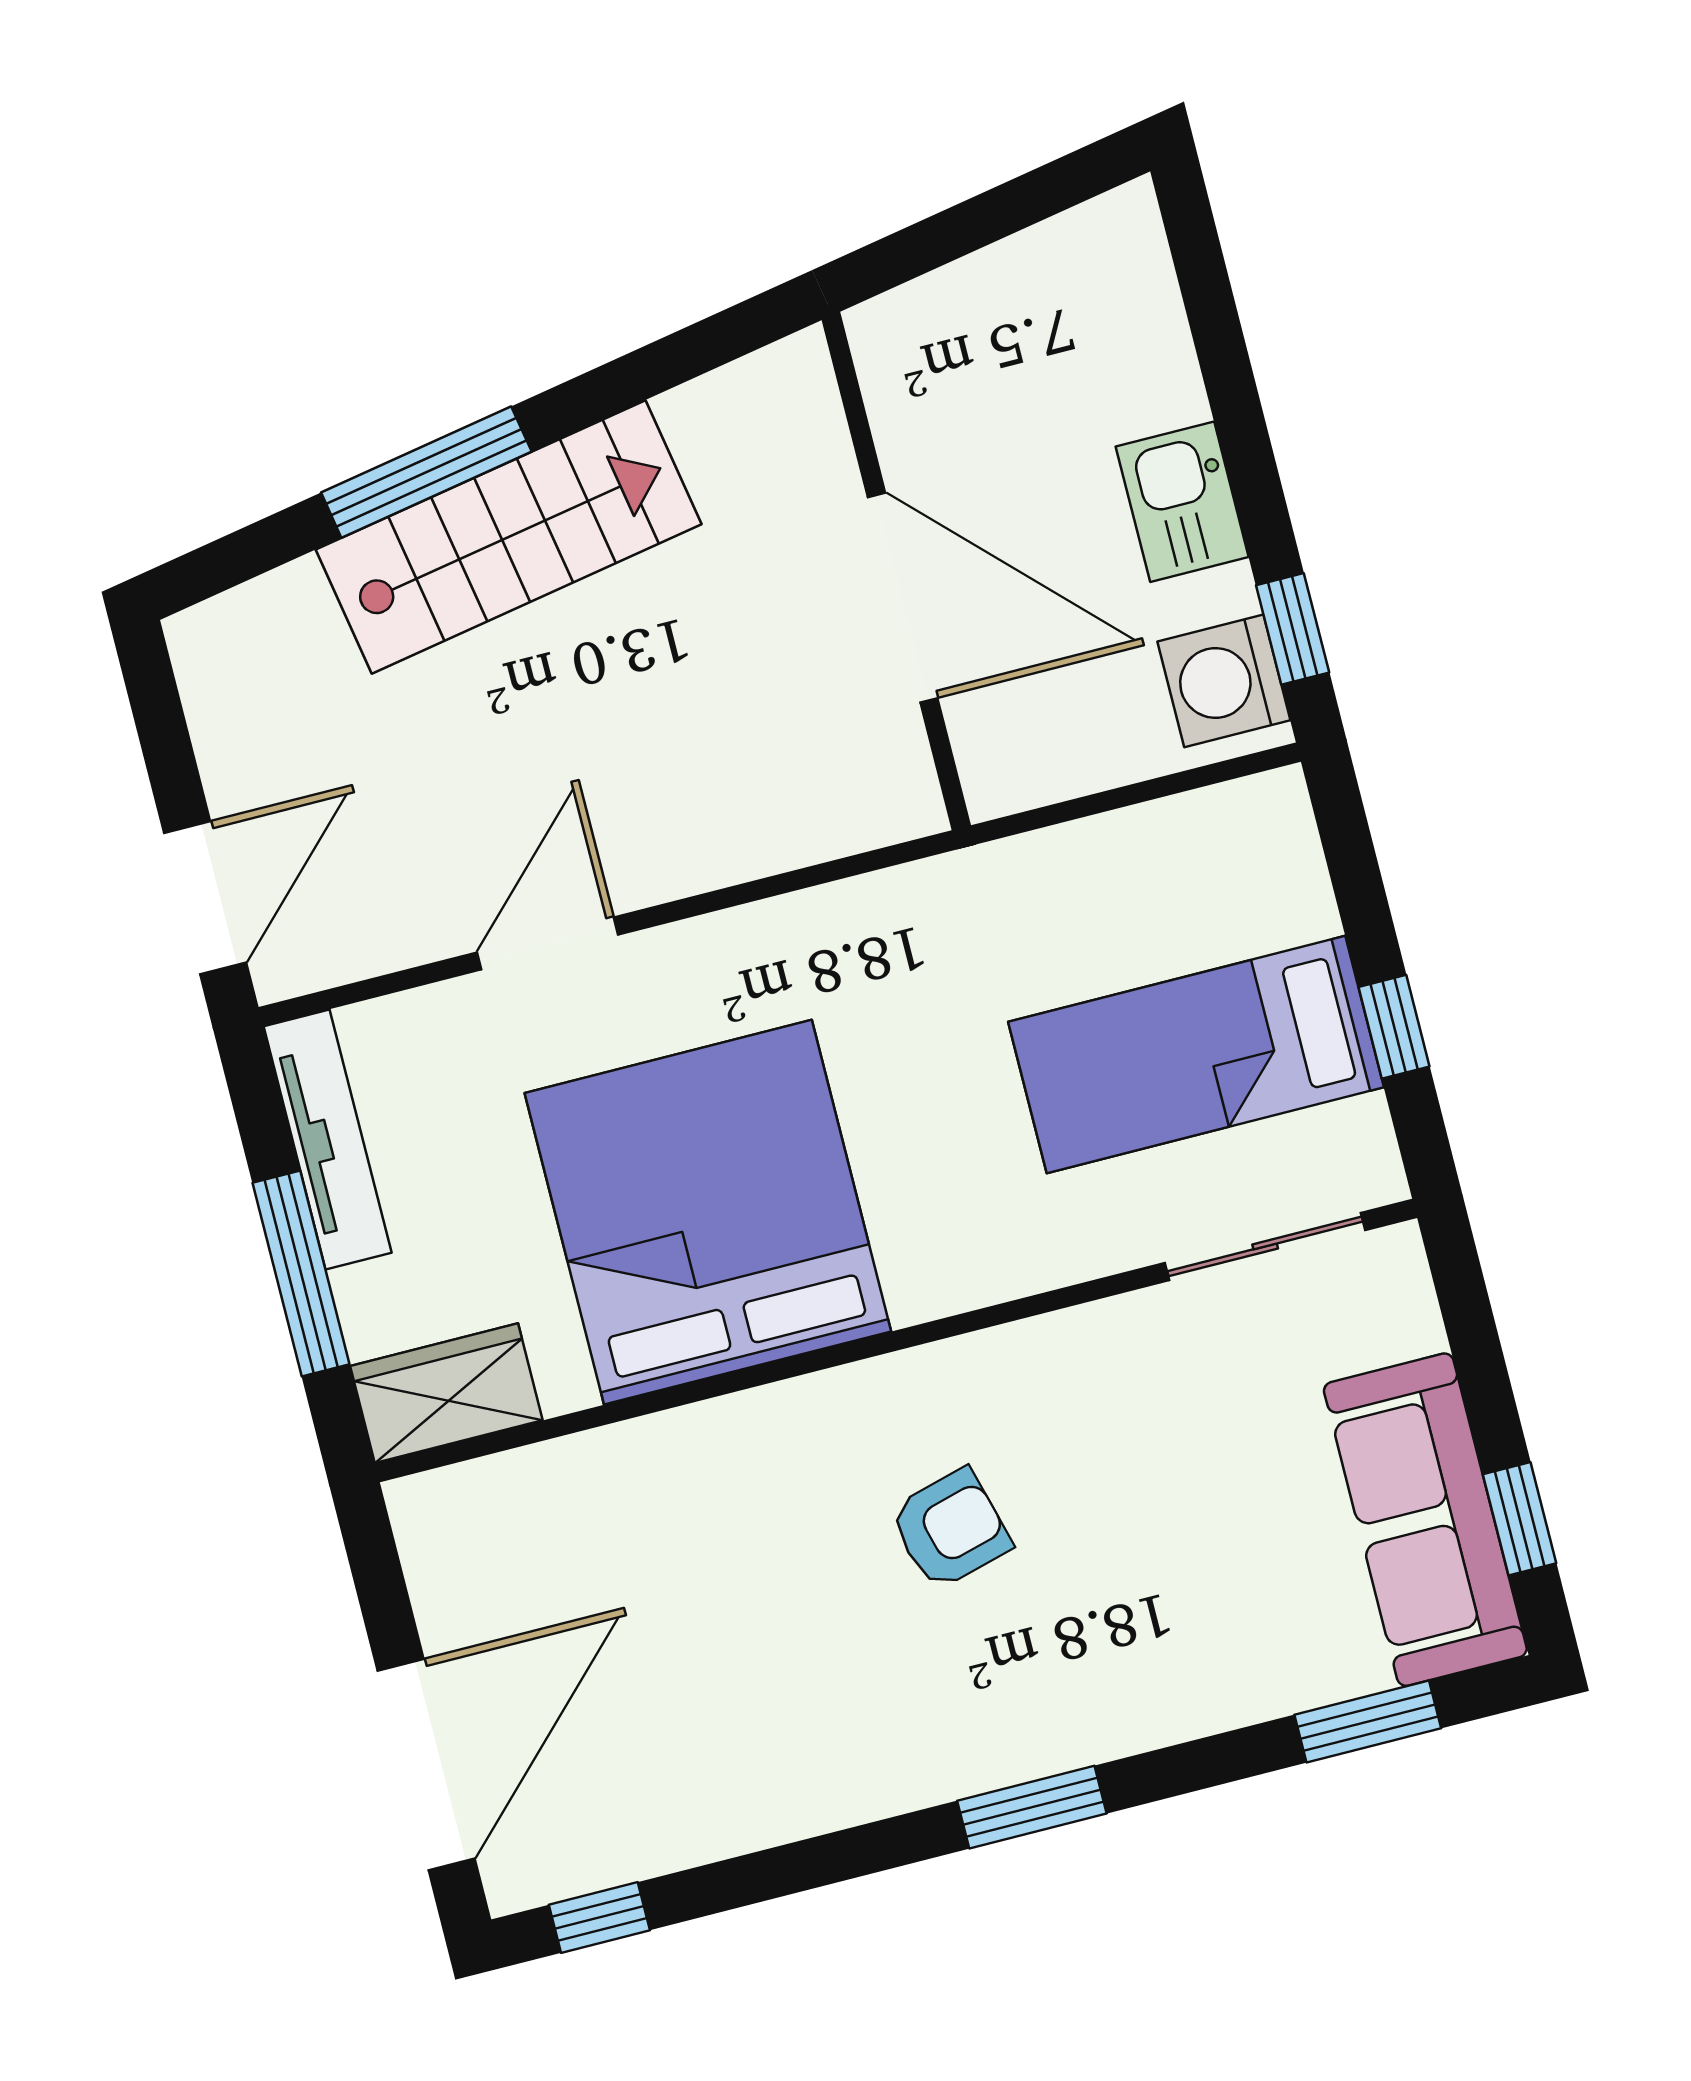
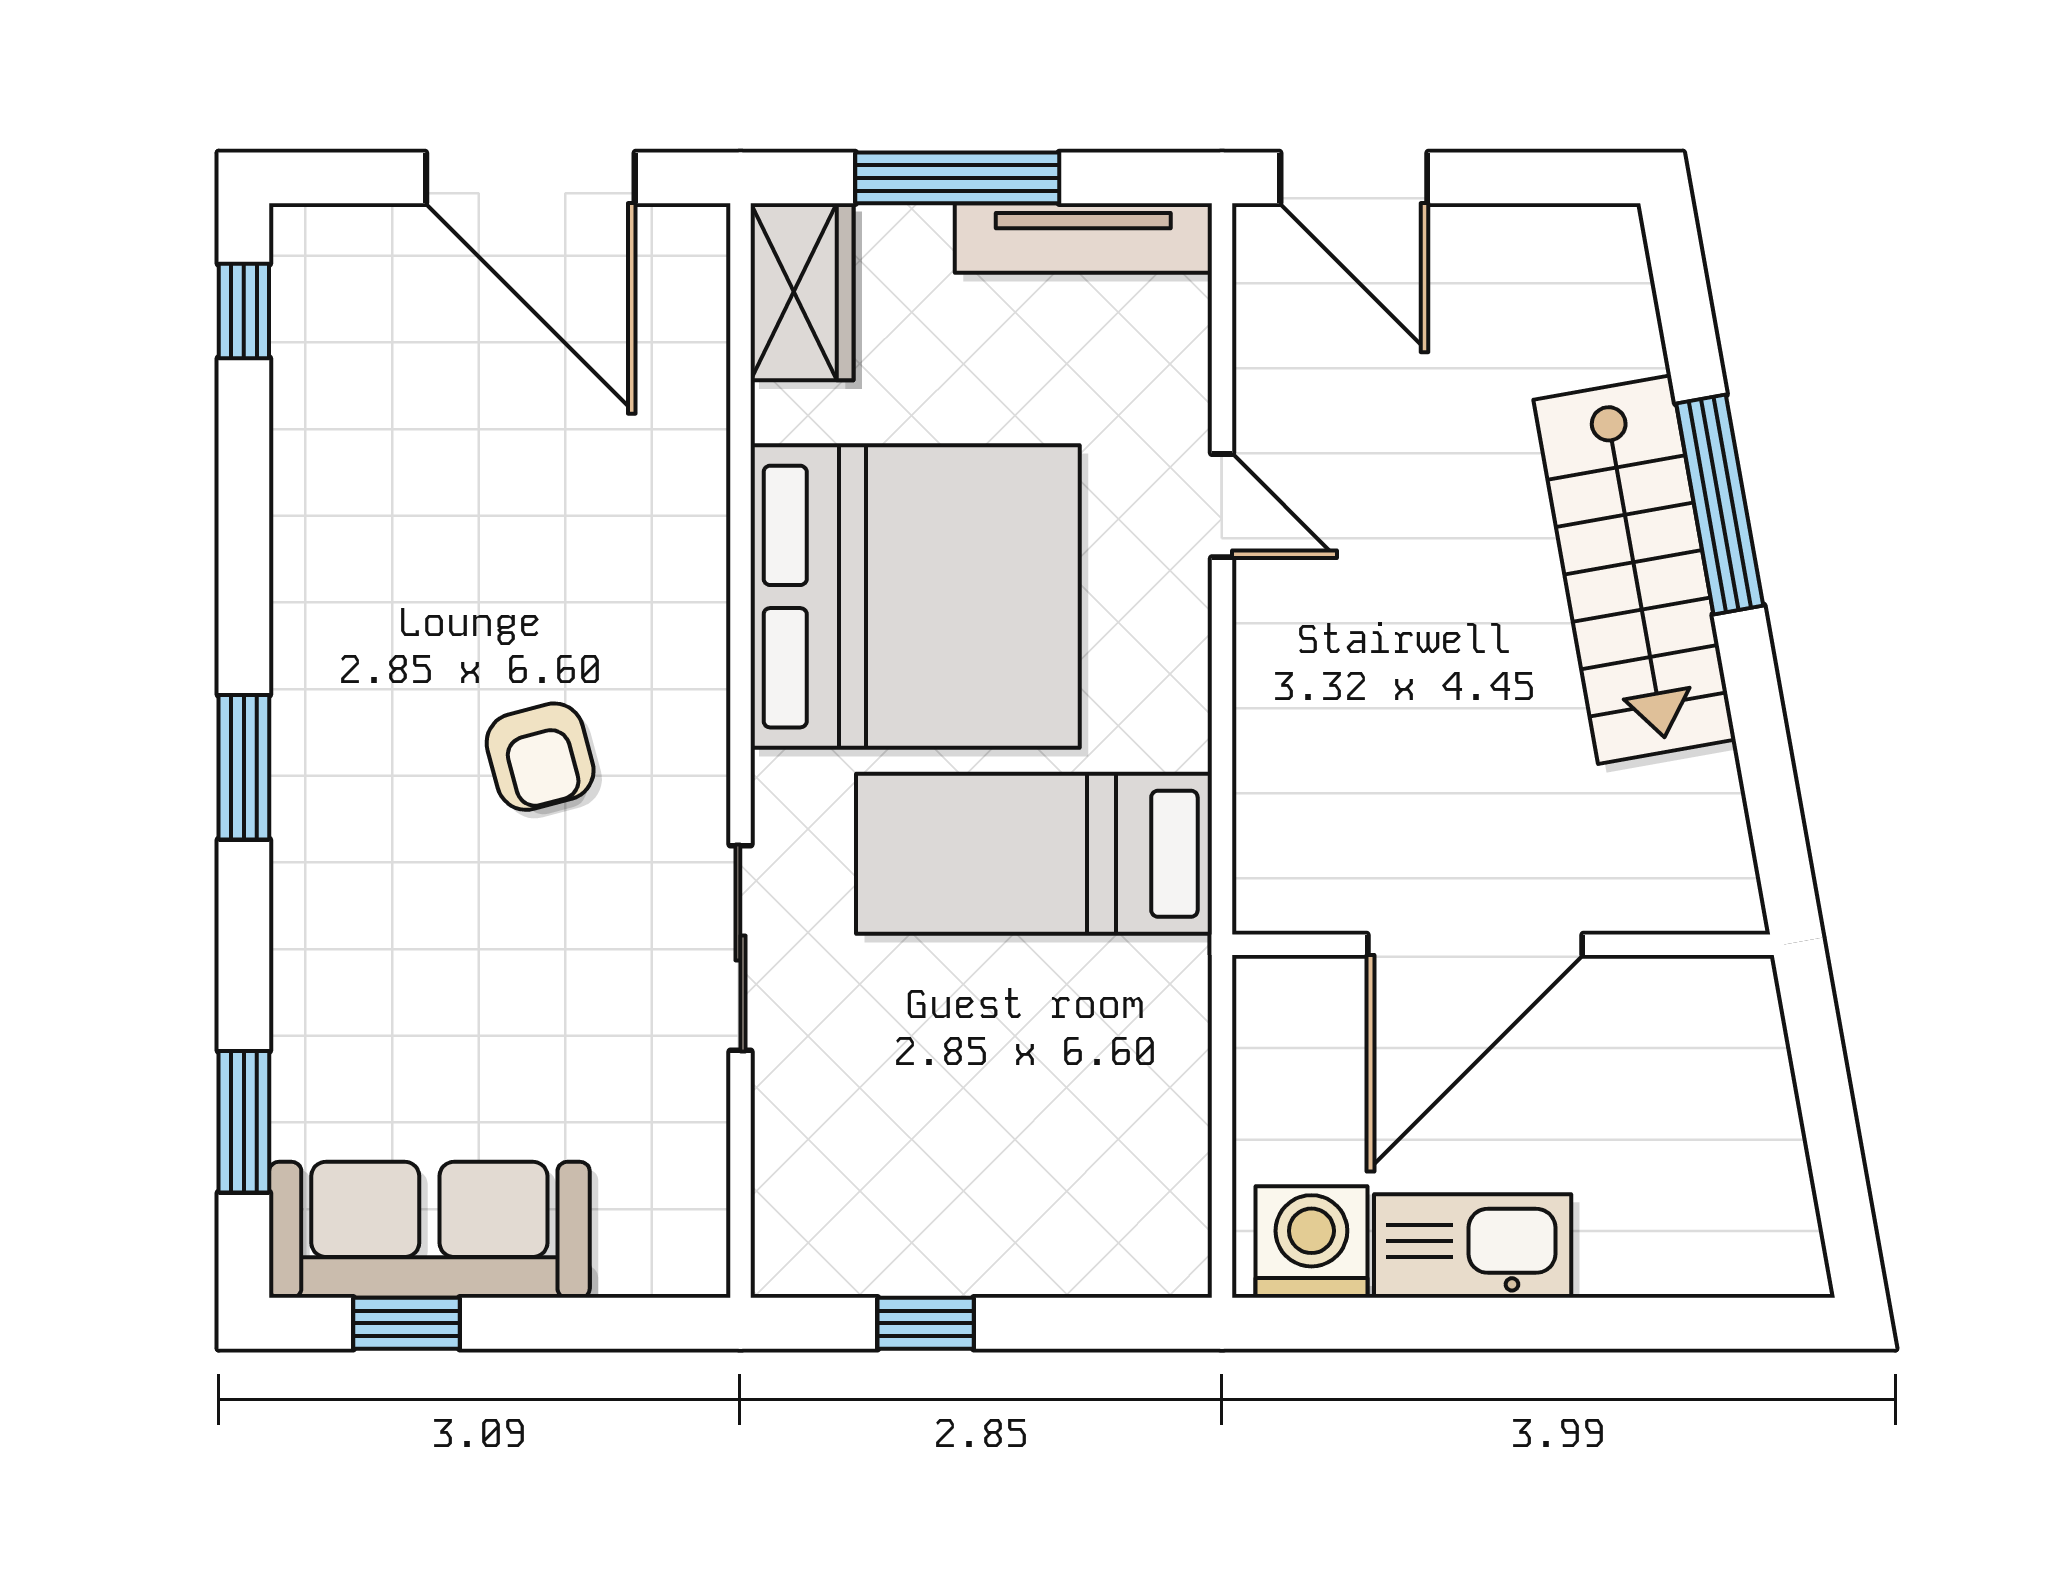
kitchen sink: (1182, 502) -> (1473, 1246), width x1.38
window: (1293, 629) -> (1346, 1323), removed
door: (548, 943) -> (1222, 506), width x0.73
bed: (1196, 1055) -> (1034, 854), moved, turned -90
sliding door: (1265, 1246) -> (740, 948), moved
door: (426, 1765) -> (530, 178), moved

